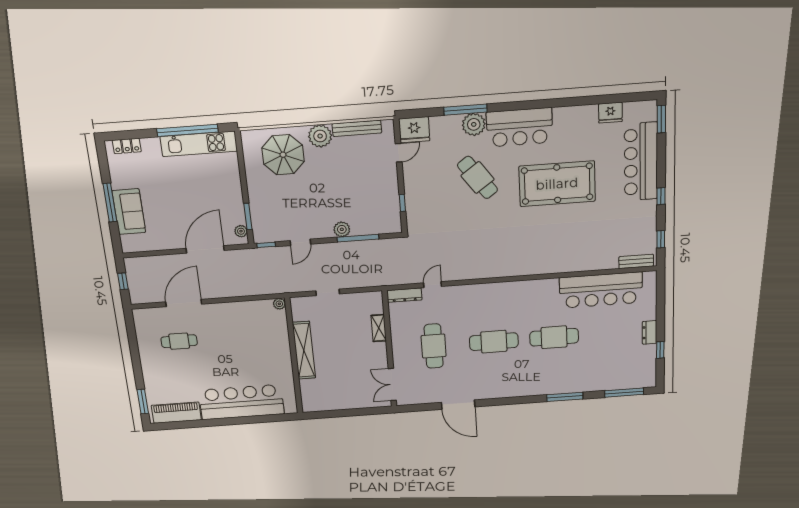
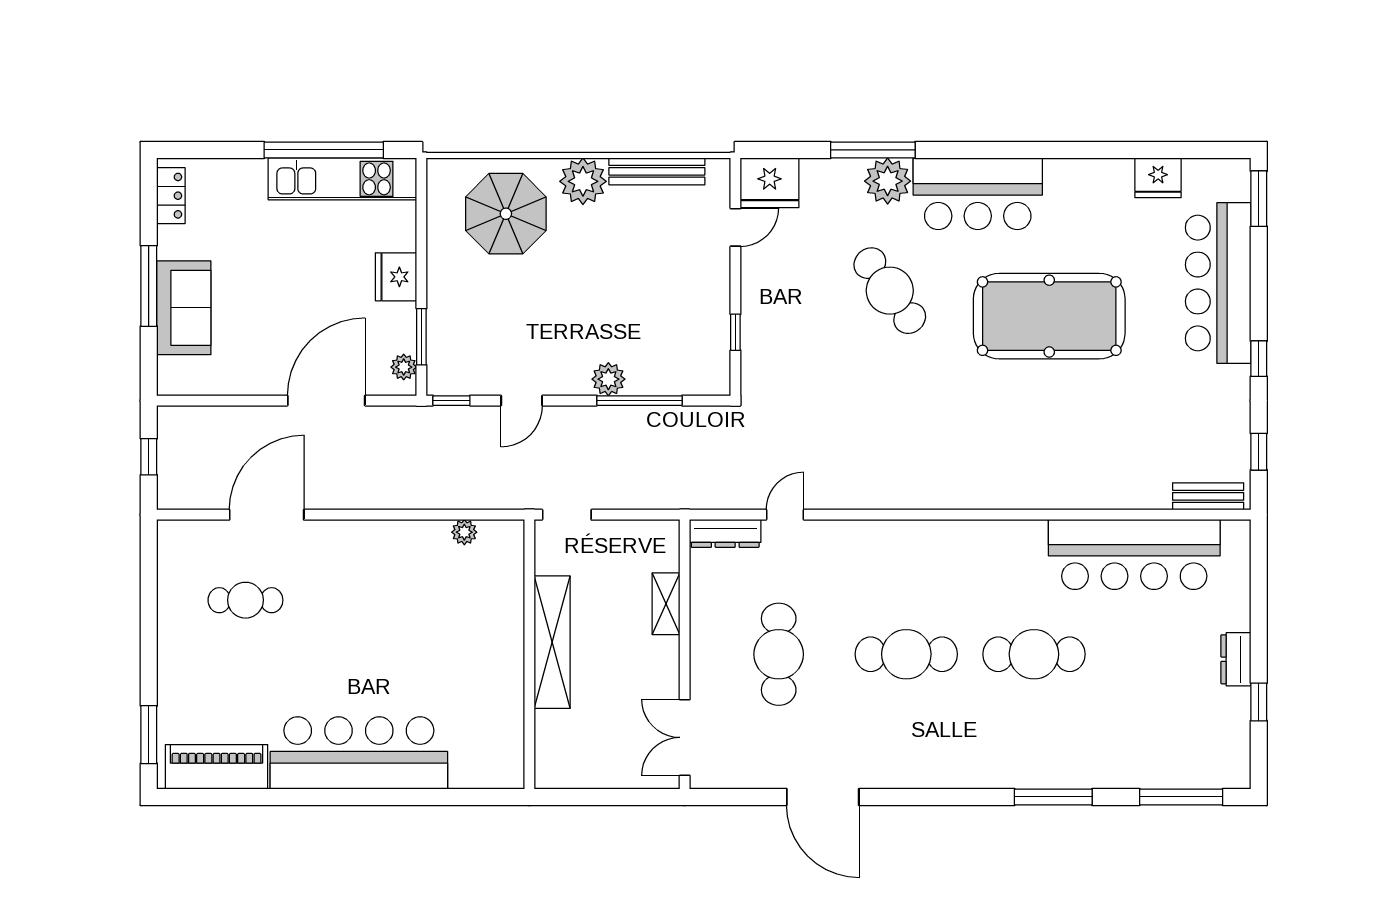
locker: (127, 146) -> (171, 196), moved, turned -90
fridge: (232, 189) -> (396, 277), added
shelving: (304, 350) -> (552, 642), moved
wall: (294, 356) -> (529, 654), moved

